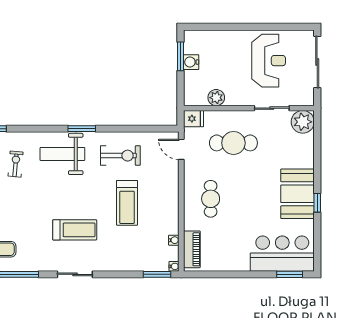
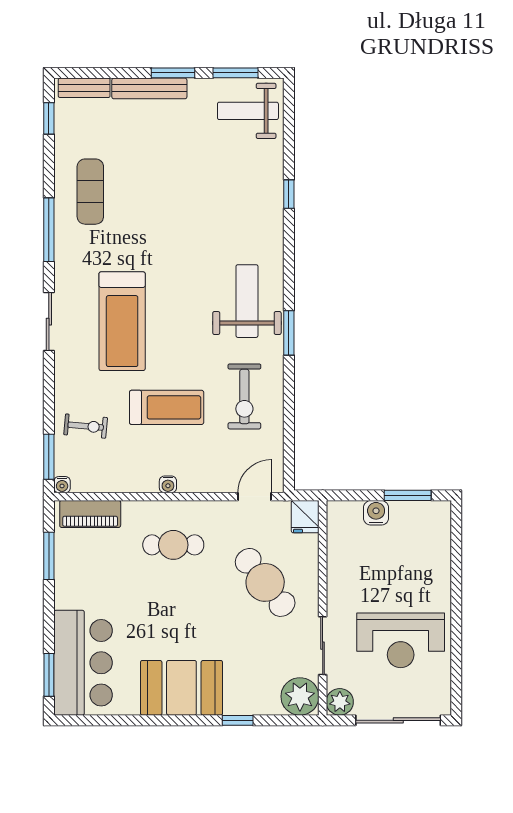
water cooler: (191, 62) -> (376, 513), moved
plant: (216, 98) -> (340, 702), moved
cafe table: (233, 143) -> (265, 582), turned -38
exercise bike: (16, 164) -> (86, 426), moved
treadmill: (127, 203) -> (167, 407), turned 180
window: (317, 203) -> (238, 720), moved
treadmill: (75, 230) -> (122, 321), width x1.37, depth x1.38
water cooler: (174, 240) -> (168, 484), moved
window: (217, 274) -> (49, 556), added

